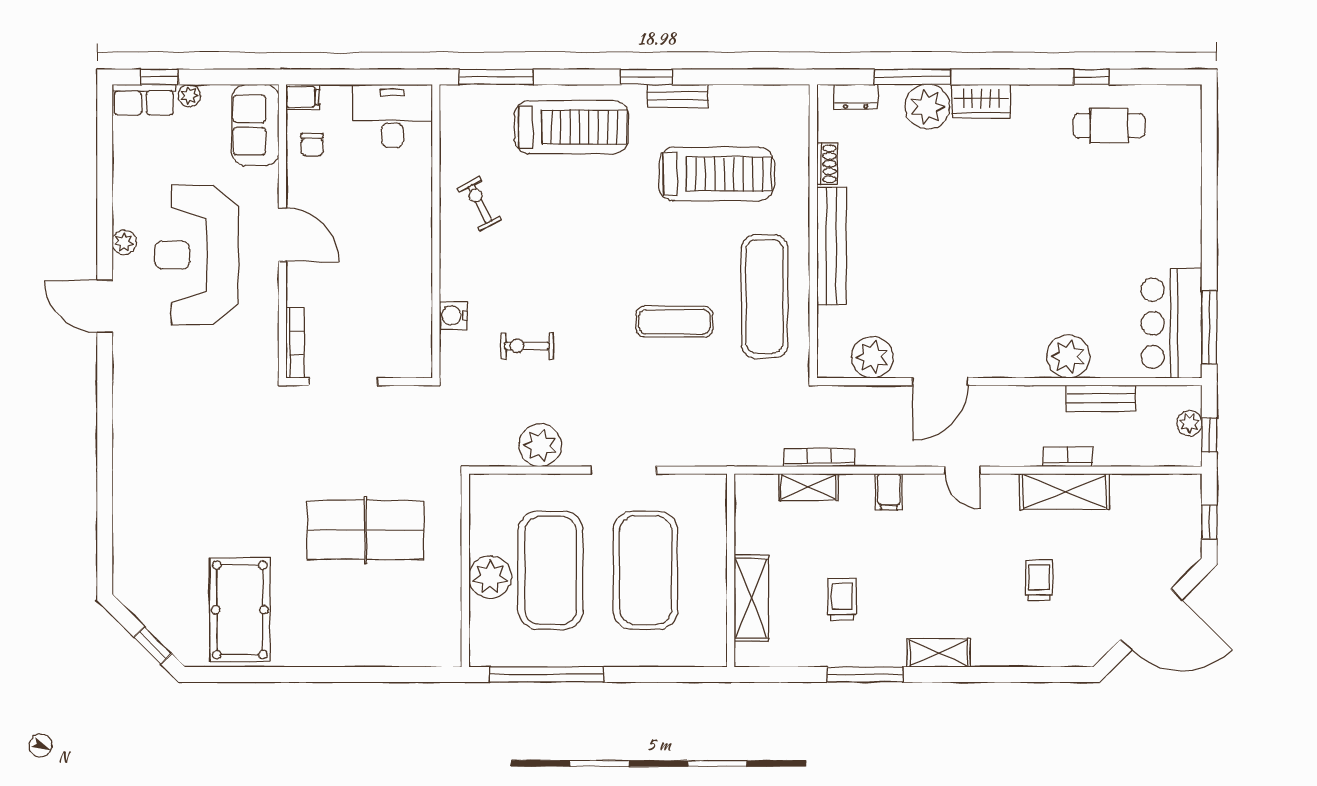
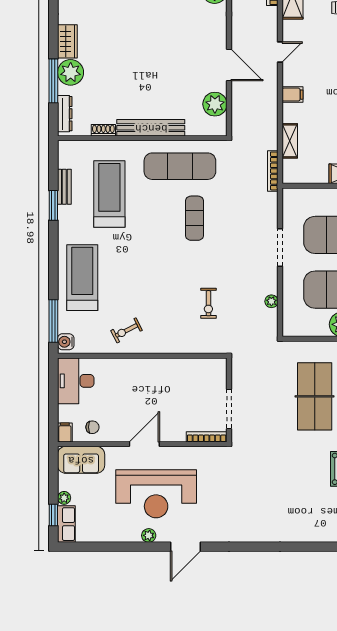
window: (646, 77) -> (53, 205), moved
bench: (678, 96) -> (64, 187), moved
dresser: (856, 97) -> (65, 114), width x1.44
water cooler: (453, 316) -> (66, 342), moved, turned 90
plant: (540, 445) -> (271, 301), width x0.53, depth x0.53
bookcase: (819, 457) -> (273, 171), moved

